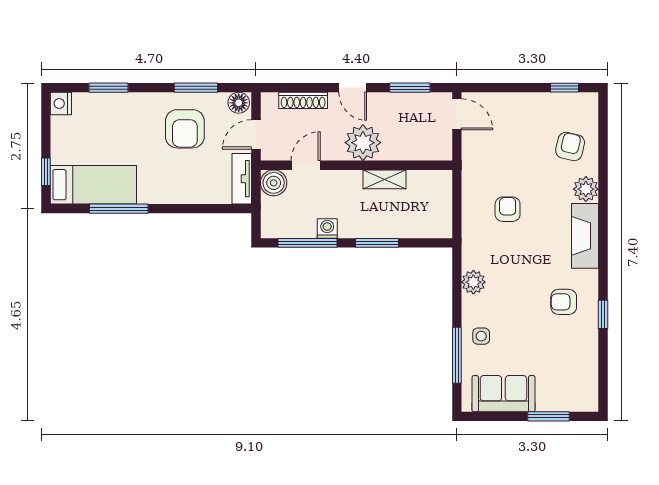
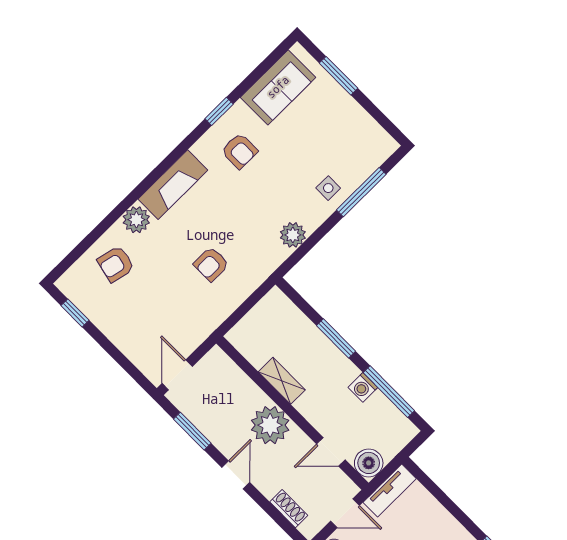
shoe rack: (303, 100) -> (289, 509), width x0.70
sofa: (503, 394) -> (278, 87), moved, turned -90

